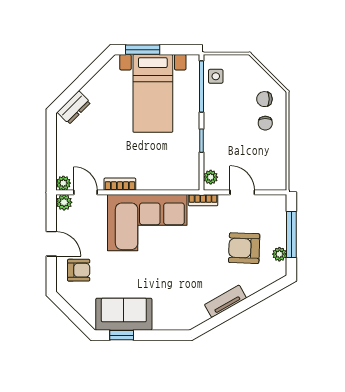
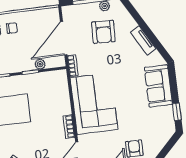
plant: (211, 177) -> (40, 64), moved
door: (242, 192) -> (64, 38), width x1.87
sofa: (124, 314) -> (158, 86), moved

